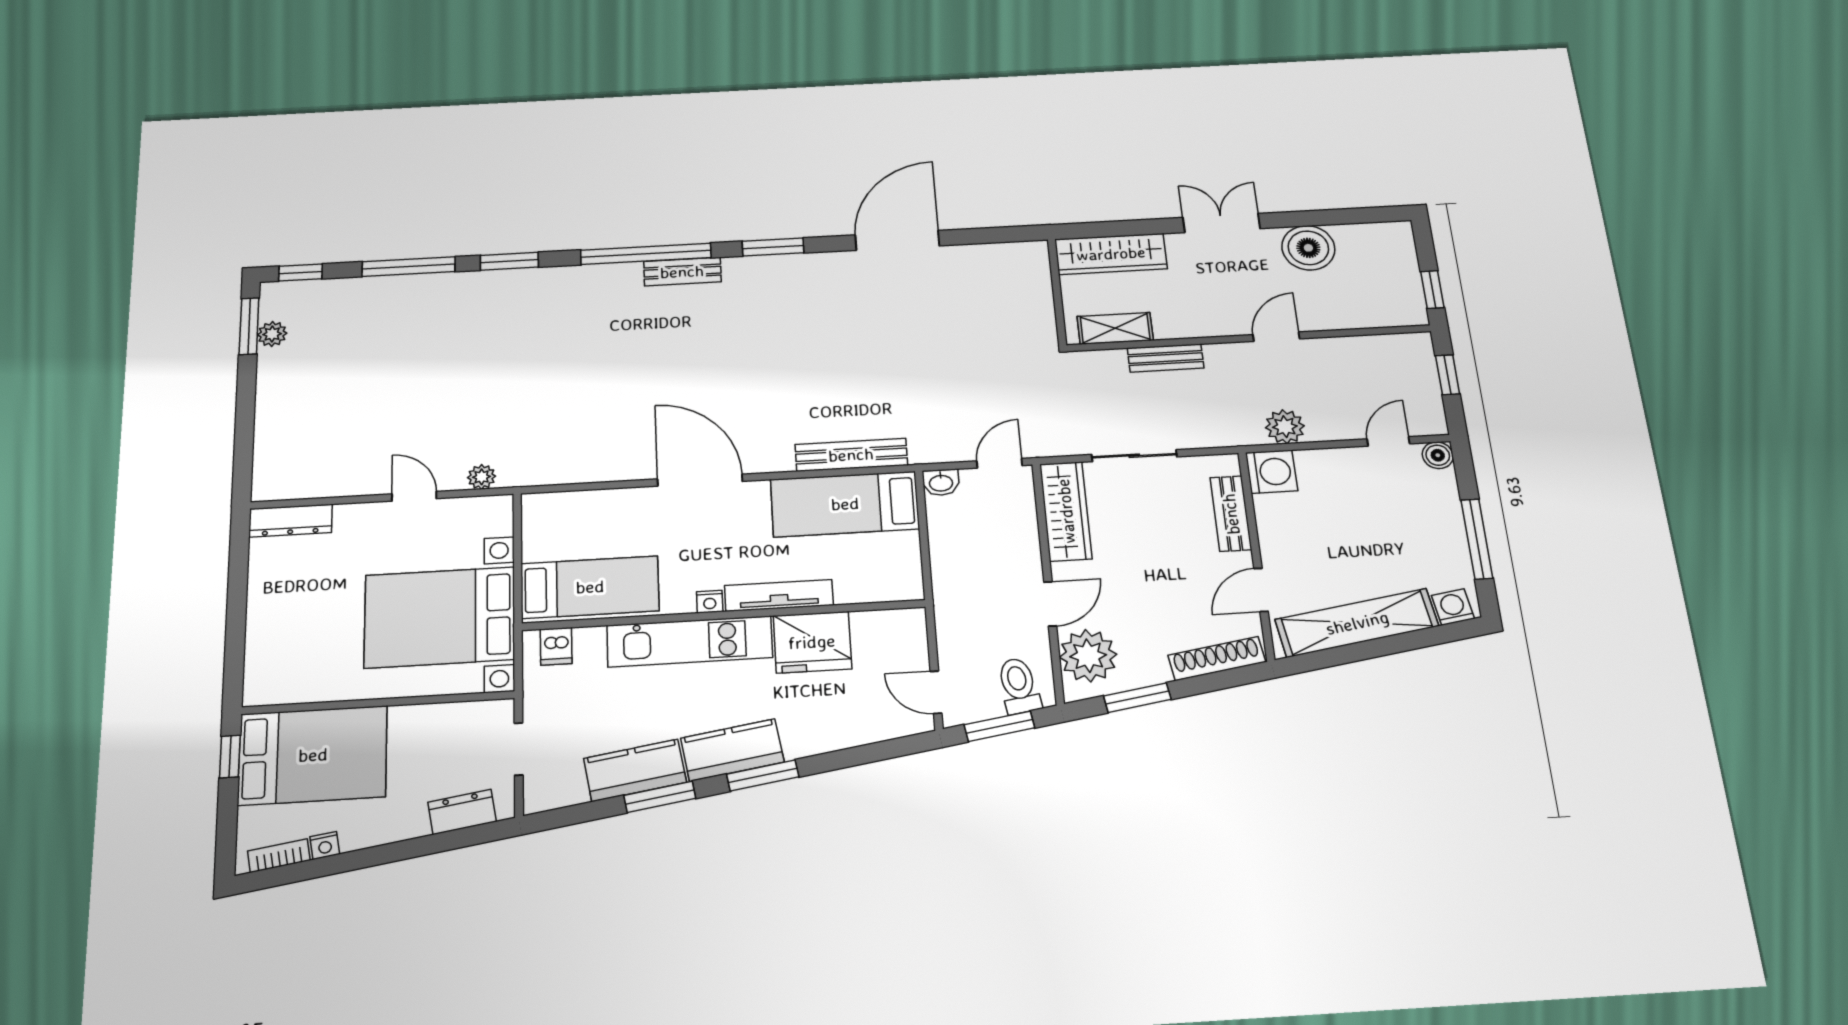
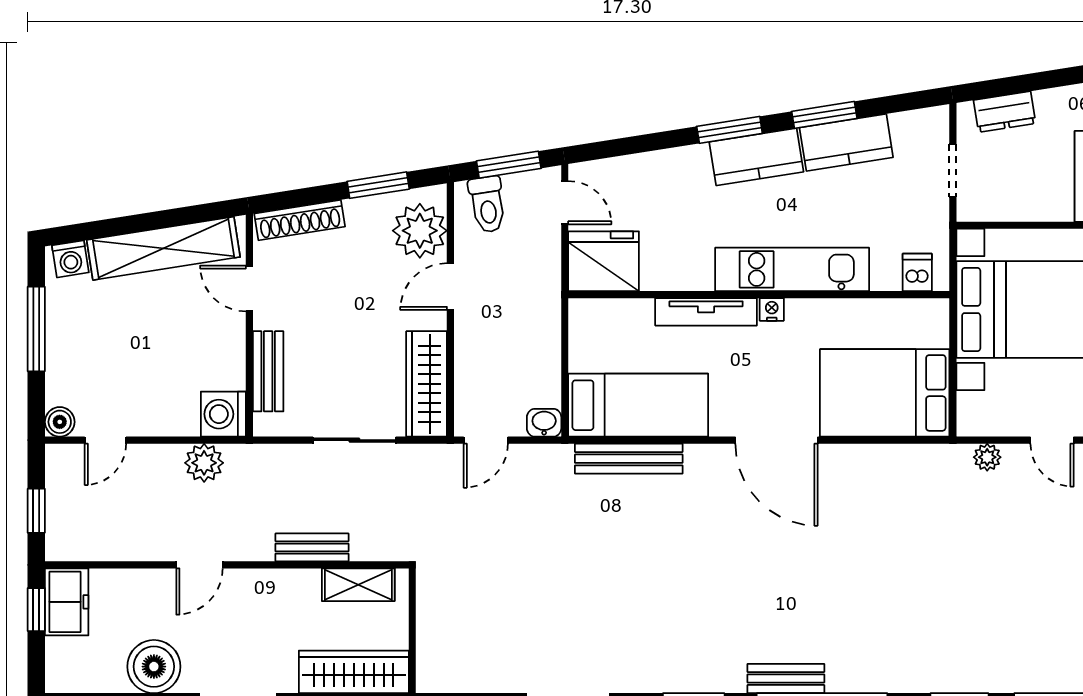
freezer: (1403, 298) -> (67, 602), added
bed: (590, 587) -> (885, 393), moved, width x1.50
door: (1261, 590) -> (249, 288), swing flipped
fridge: (812, 642) -> (604, 261), moved

